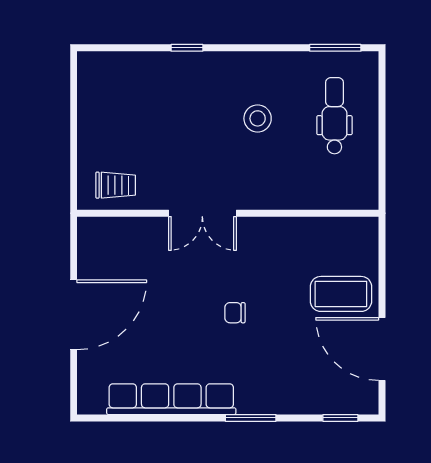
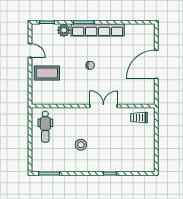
dental chair: (334, 116) -> (45, 127), moved
door: (382, 349) -> (30, 50), width x0.53
row of seats: (171, 399) -> (98, 30), moved
plant: (300, 399) -> (64, 30), added

